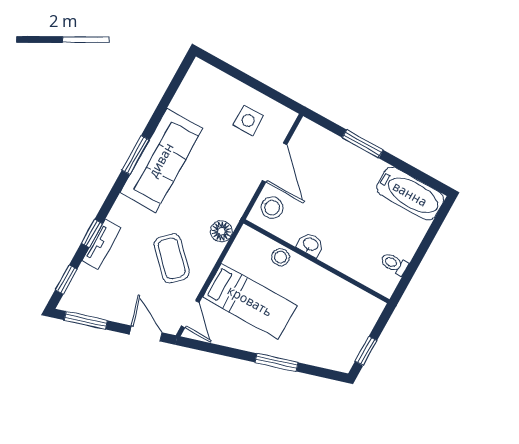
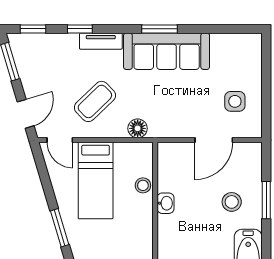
stool: (272, 208) -> (232, 202), moved
tv unit: (102, 244) -> (101, 41), moved
door: (190, 314) -> (60, 140), hinge flipped

